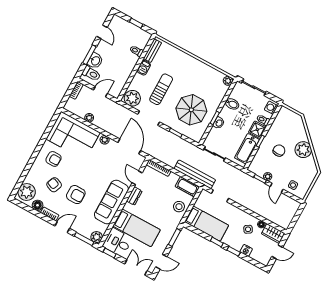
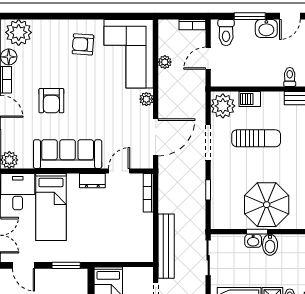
washbasin: (95, 61) -> (266, 28), moved
barbecue: (144, 68) -> (250, 99), moved
door: (100, 92) -> (208, 58), swing flipped
bidet: (232, 104) -> (270, 245), moved
parasol: (191, 110) -> (267, 205), moved
armchair: (53, 159) -> (83, 44), turned 94
armchair: (54, 185) -> (49, 64), removed
cot: (187, 187) -> (144, 245), removed
stool: (179, 207) -> (111, 249), removed

